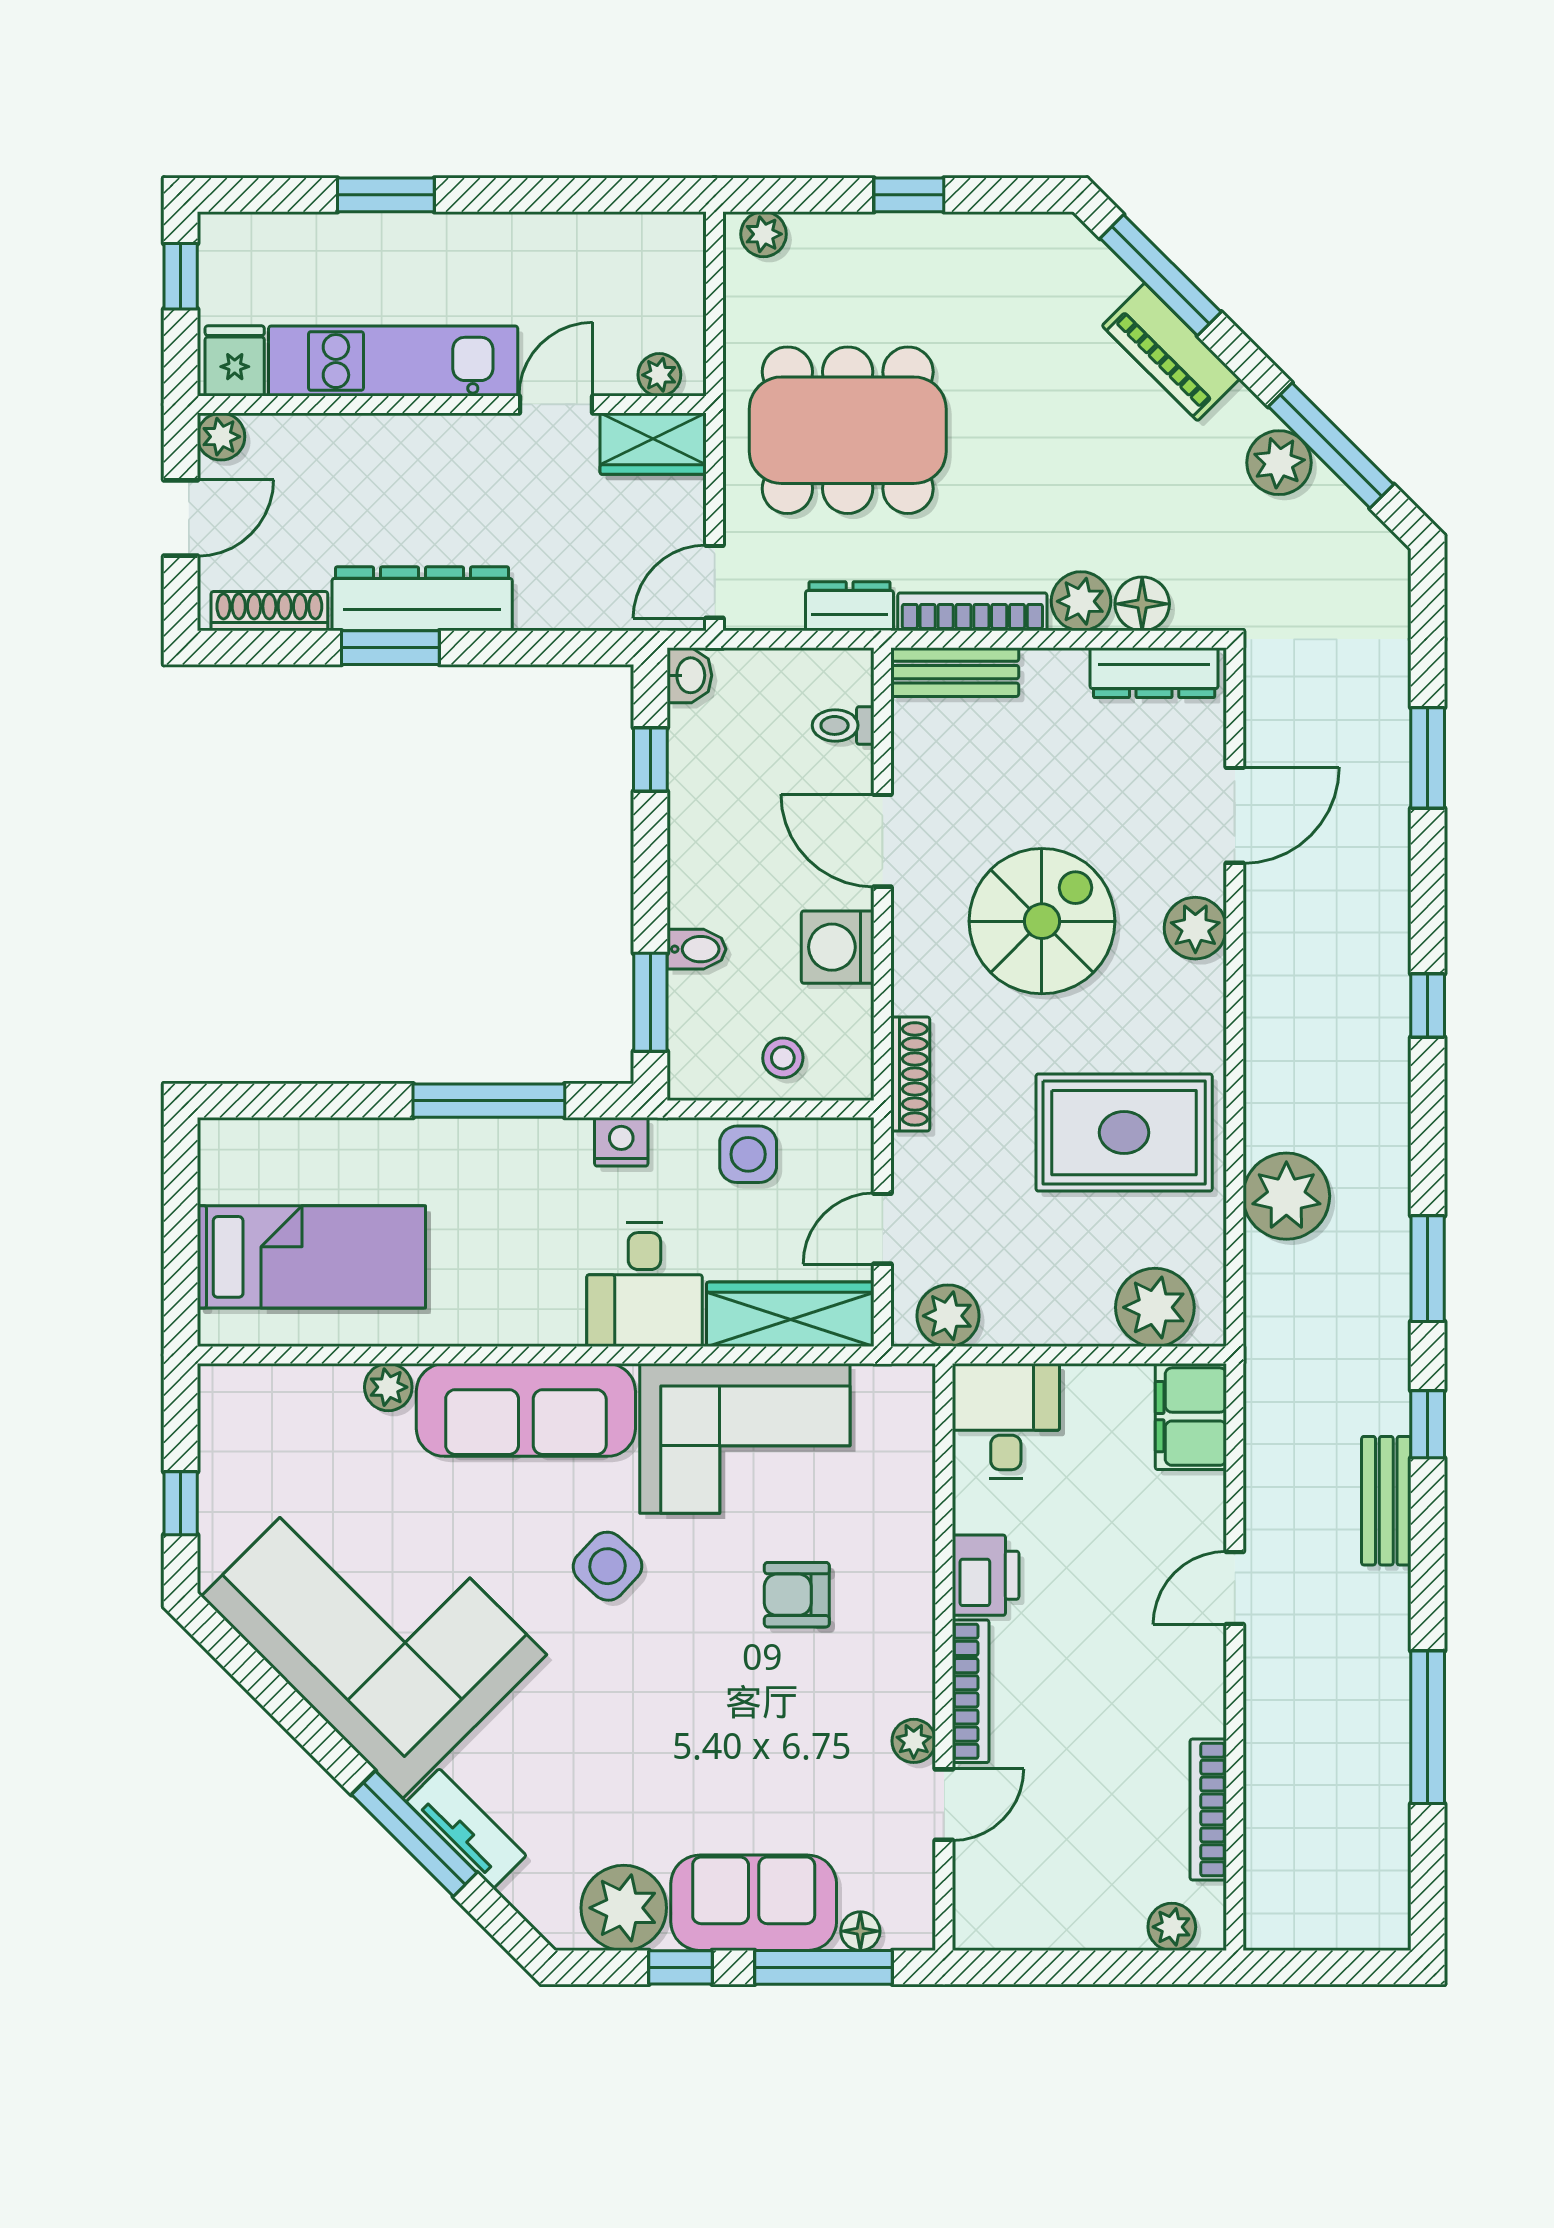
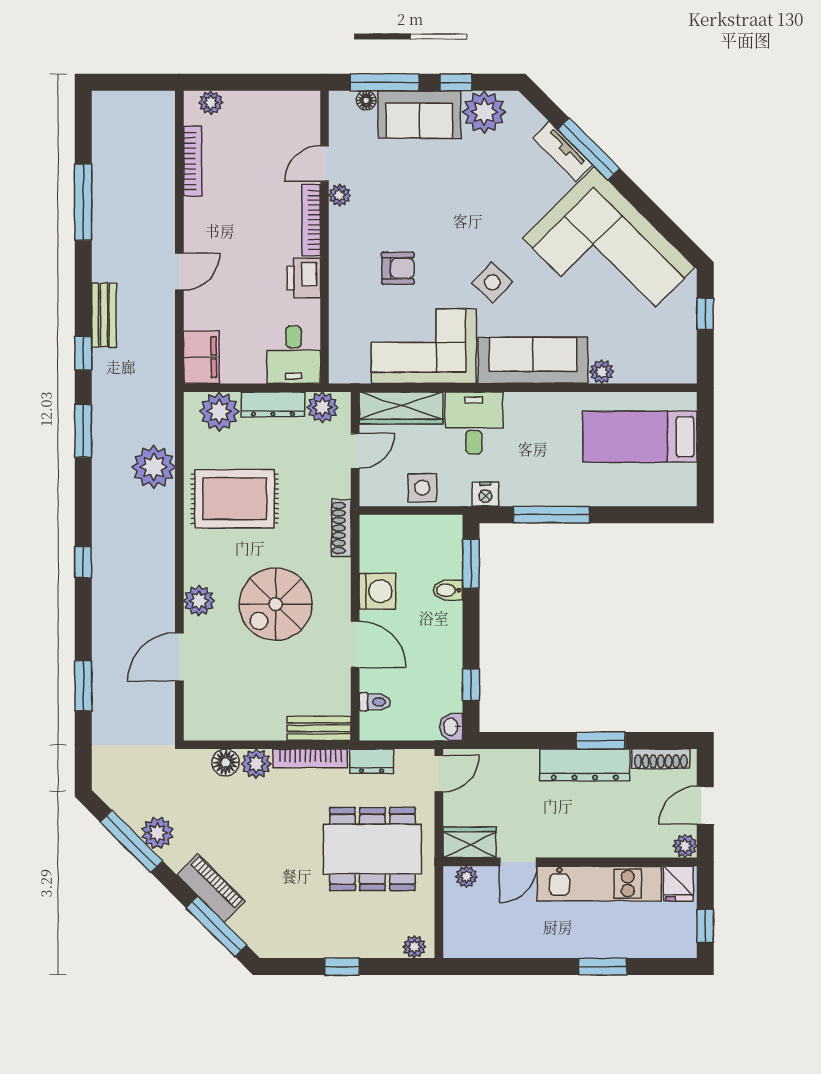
dresser: (1154, 673) -> (273, 404), moved, turned 180
stool: (783, 1058) -> (405, 536), removed

